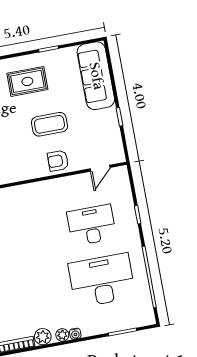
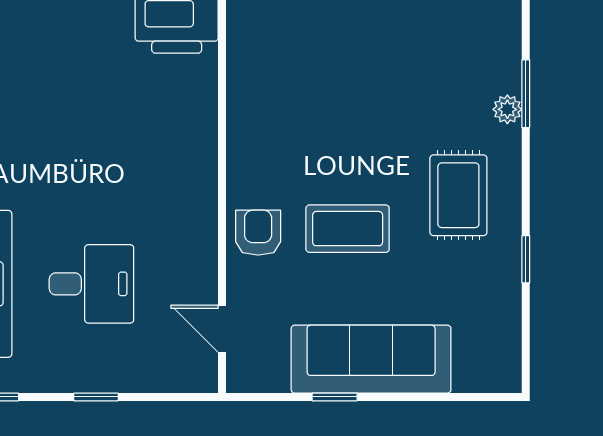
sofa: (96, 76) -> (371, 359), moved
coffee table: (49, 124) -> (348, 229), turned 90
desk: (92, 225) -> (91, 284), width x0.73

